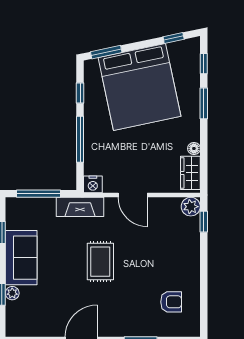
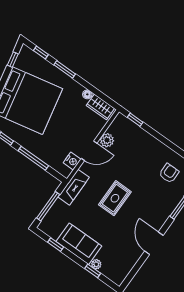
nightstand: (93, 184) -> (72, 161), moved
plant: (191, 207) -> (107, 140), moved
rug: (100, 262) -> (115, 198), turned 90

